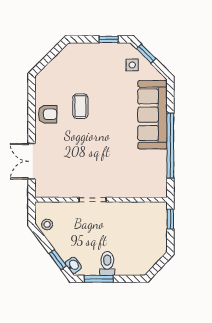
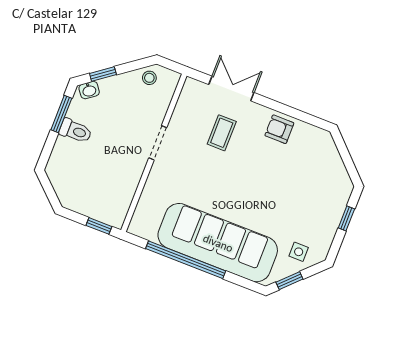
window: (109, 39) -> (346, 218), moved
window: (146, 54) -> (289, 281), moved
coffee table: (80, 106) -> (222, 133), moved, turned 90
armchair: (48, 114) -> (279, 129), turned 90
sofa: (152, 115) -> (218, 243), width x1.36, depth x1.27

